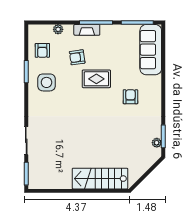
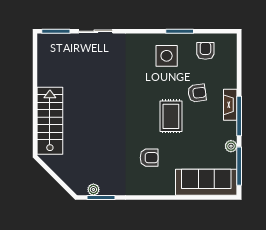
plant: (58, 29) -> (231, 146), moved
armchair: (42, 50) -> (205, 51), turned 90
armchair: (77, 57) -> (197, 93), turned 90

